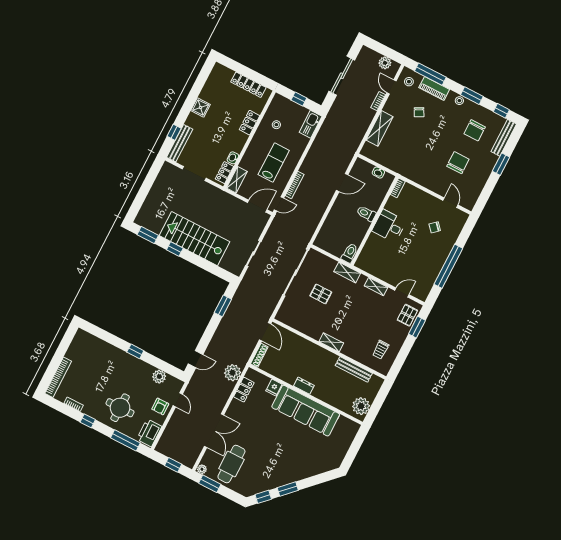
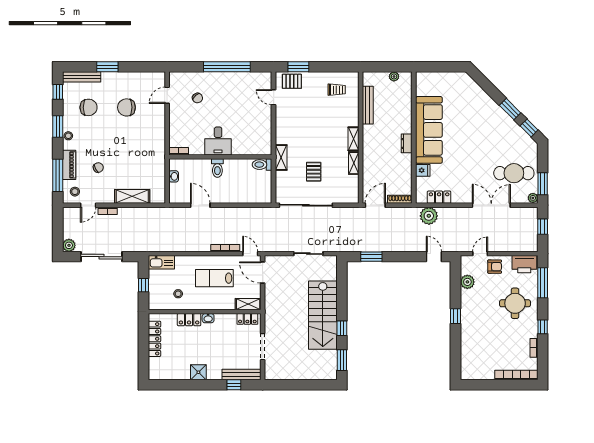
plant: (385, 63) -> (69, 245), moved
washbasin: (233, 158) -> (208, 318), moved
shelving: (376, 287) -> (354, 163), moved
plant: (361, 406) -> (394, 76), width x0.53, depth x0.53

